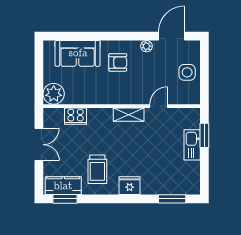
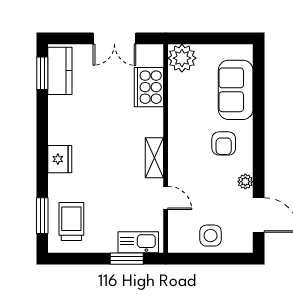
cooker: (76, 116) -> (149, 87), width x1.37, depth x1.31
kitchen sink: (192, 145) -> (138, 242), moved
trolley: (97, 169) -> (71, 221), moved, turned 90

